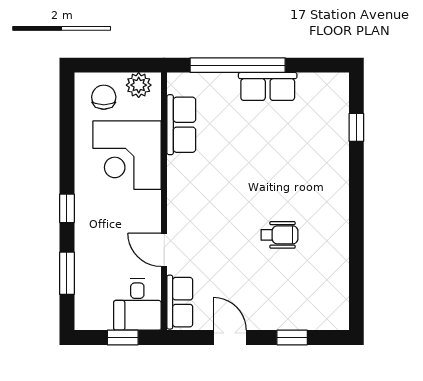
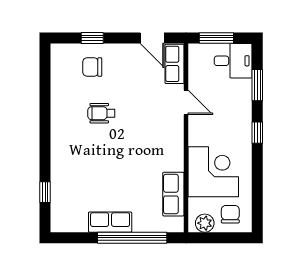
chair: (104, 97) -> (230, 214), turned 180
chair: (292, 298) -> (92, 67), added
desk: (137, 305) -> (233, 61), moved, turned 90
window: (123, 338) -> (216, 38), width x1.50
door: (230, 338) -> (152, 38), moved

